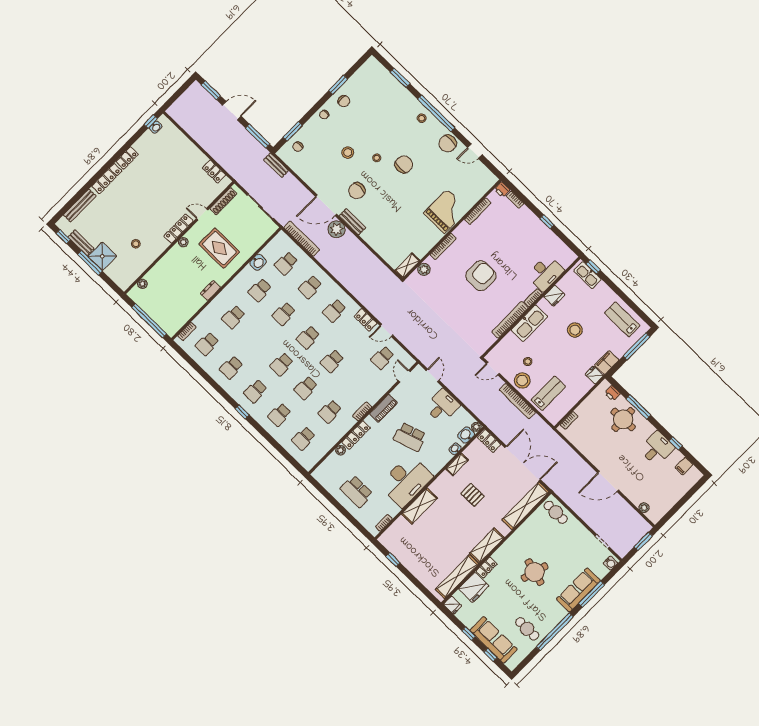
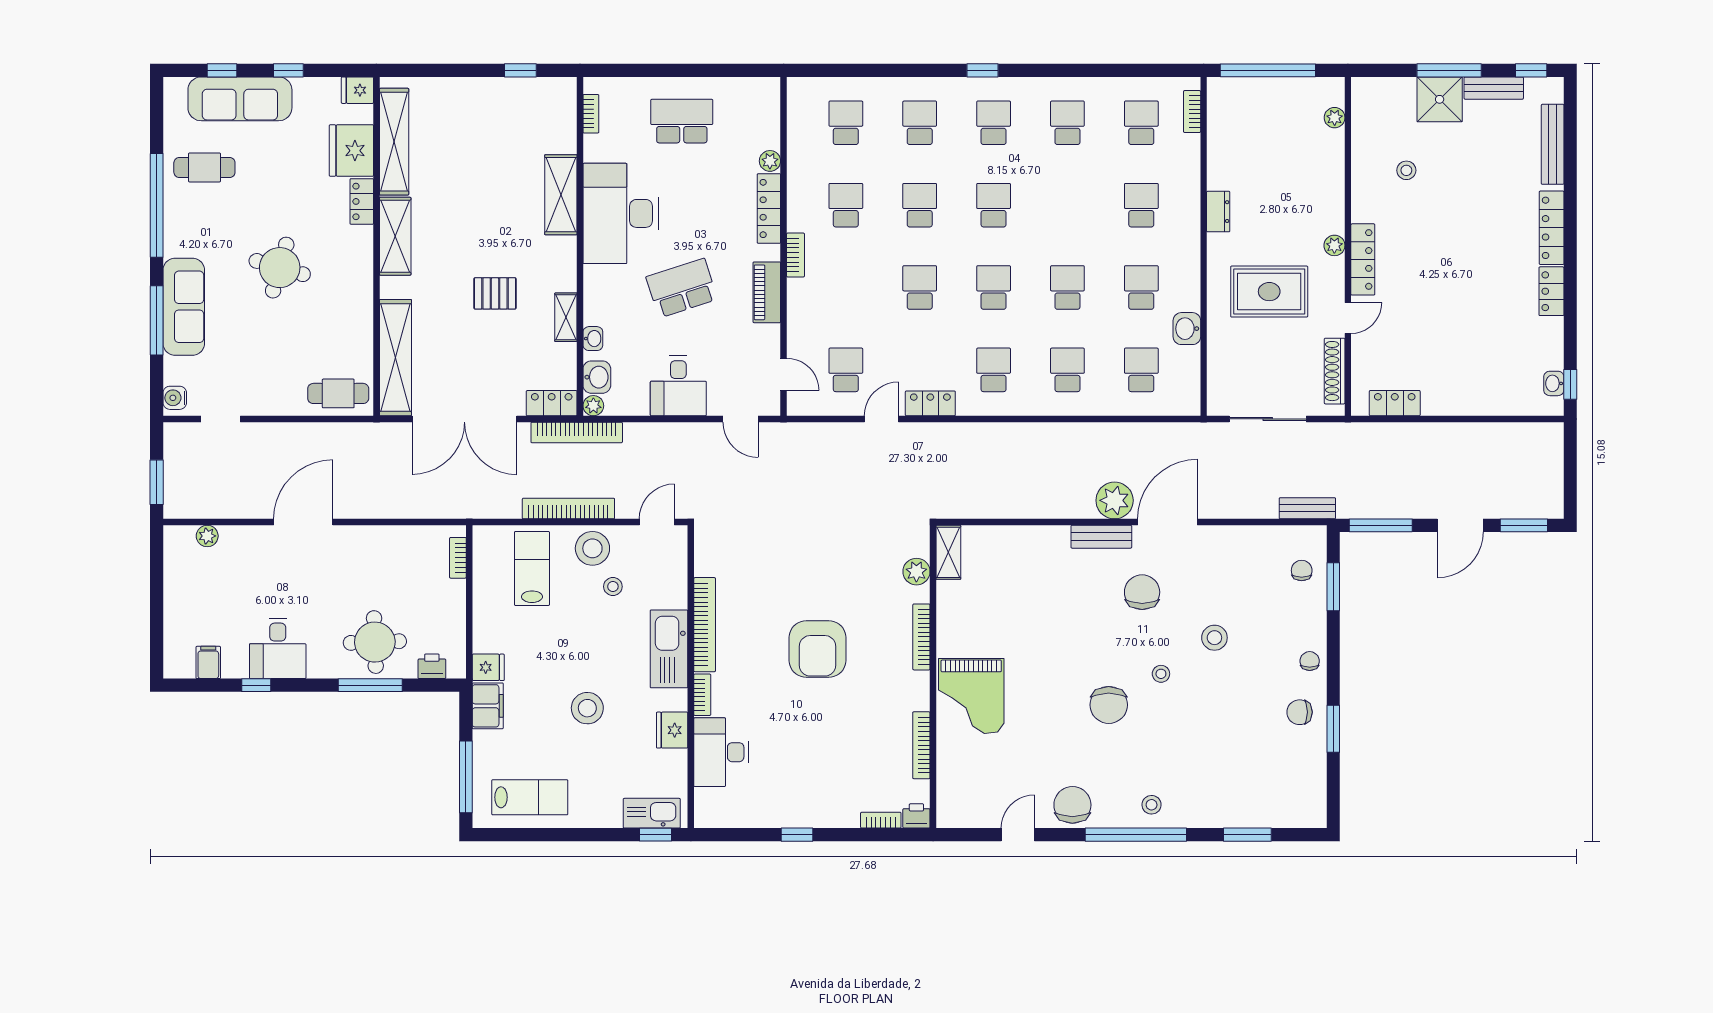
bookcase: (302, 239) -> (577, 432), moved
lab bench: (548, 393) -> (532, 568), turned 180

